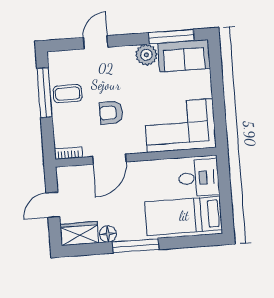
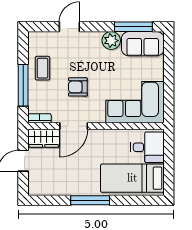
window: (44, 93) -> (23, 85), moved
coffee table: (68, 94) -> (43, 68), turned 90
wardrobe: (79, 234) -> (44, 138), moved, turned 180
floor lamp: (108, 234) -> (68, 189), removed

